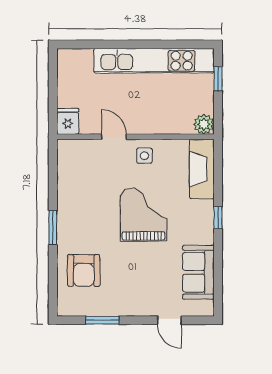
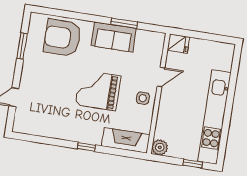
grand piano: (144, 215) -> (98, 90), turned 180
window: (53, 228) -> (124, 23), moved
armchair: (84, 270) -> (62, 38), width x1.36, depth x1.36
sofa: (198, 272) -> (114, 37), moved, turned 180

